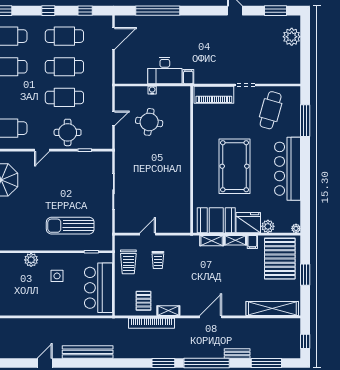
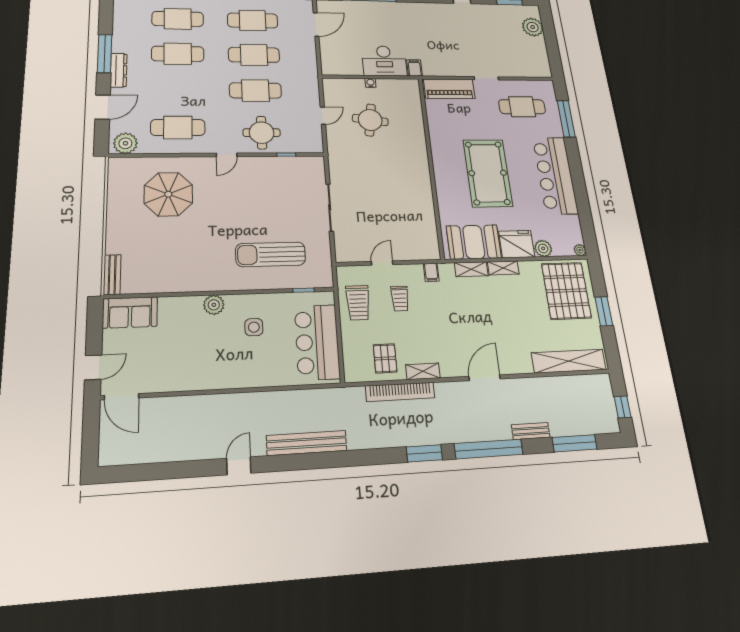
cafe table: (271, 110) -> (522, 107), turned 74
filing cabinet: (252, 242) -> (431, 272), moved

